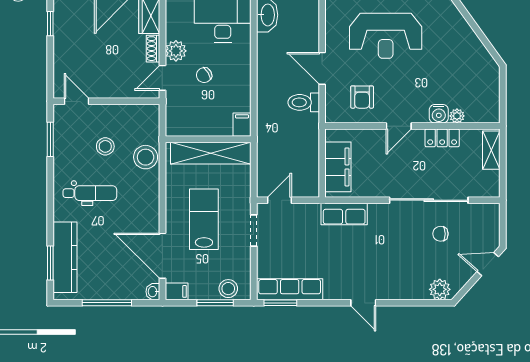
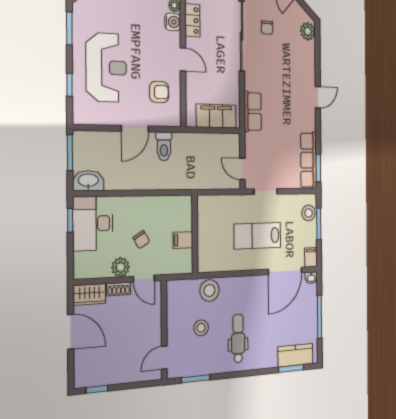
filing cabinet: (242, 125) -> (183, 240), moved
shelving: (211, 153) -> (206, 231), removed
kitchen counter: (65, 257) -> (295, 355), width x0.67

